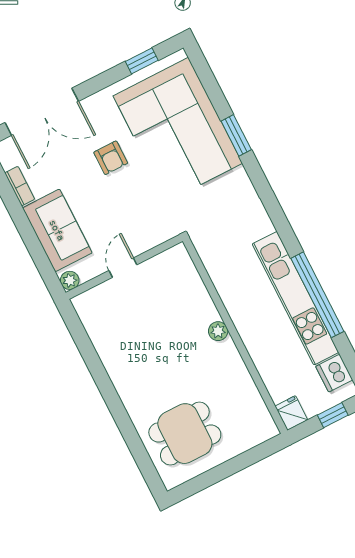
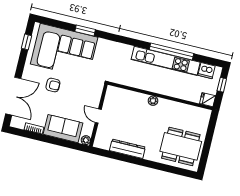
dresser: (111, 355) -> (127, 149), added
dining table: (185, 434) -> (181, 146), width x1.38

